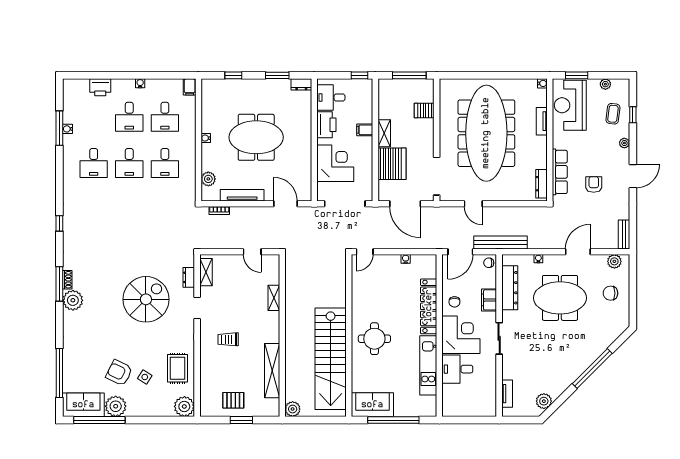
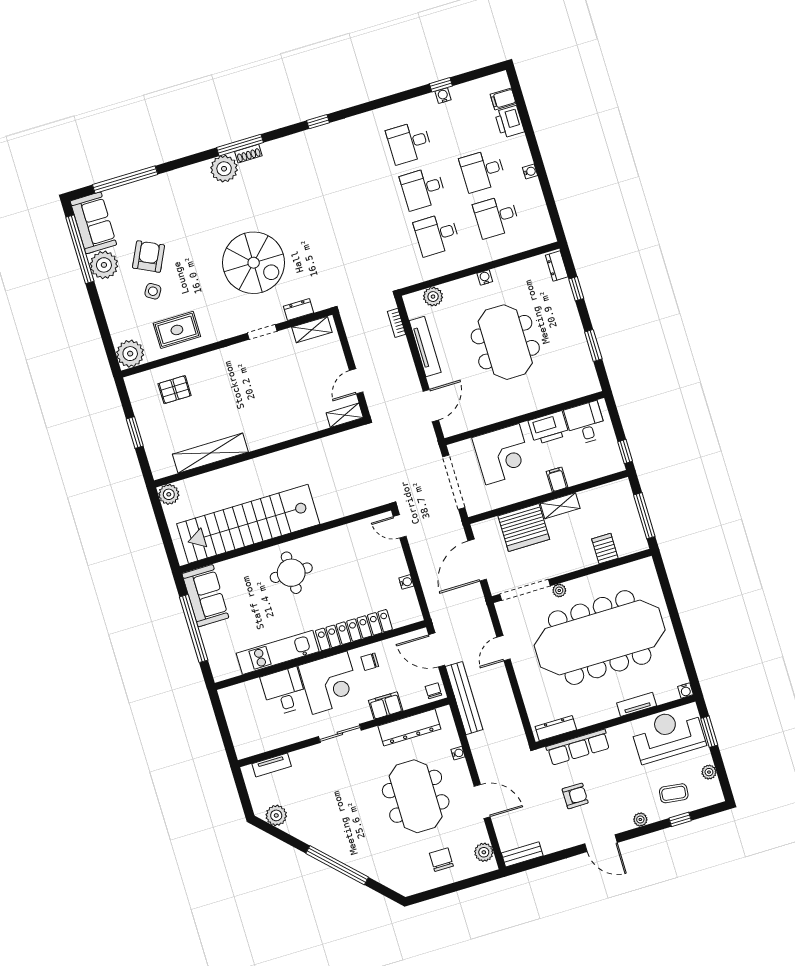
dresser: (301, 84) -> (557, 266), moved
filing cabinet: (190, 87) -> (503, 99), moved
window: (59, 128) -> (441, 85), width x0.46
plant: (444, 152) -> (559, 590), added
shelving: (274, 298) -> (345, 415), moved
trolley: (228, 339) -> (234, 384), removed
pallet: (233, 400) -> (175, 390), moved, turned 90

